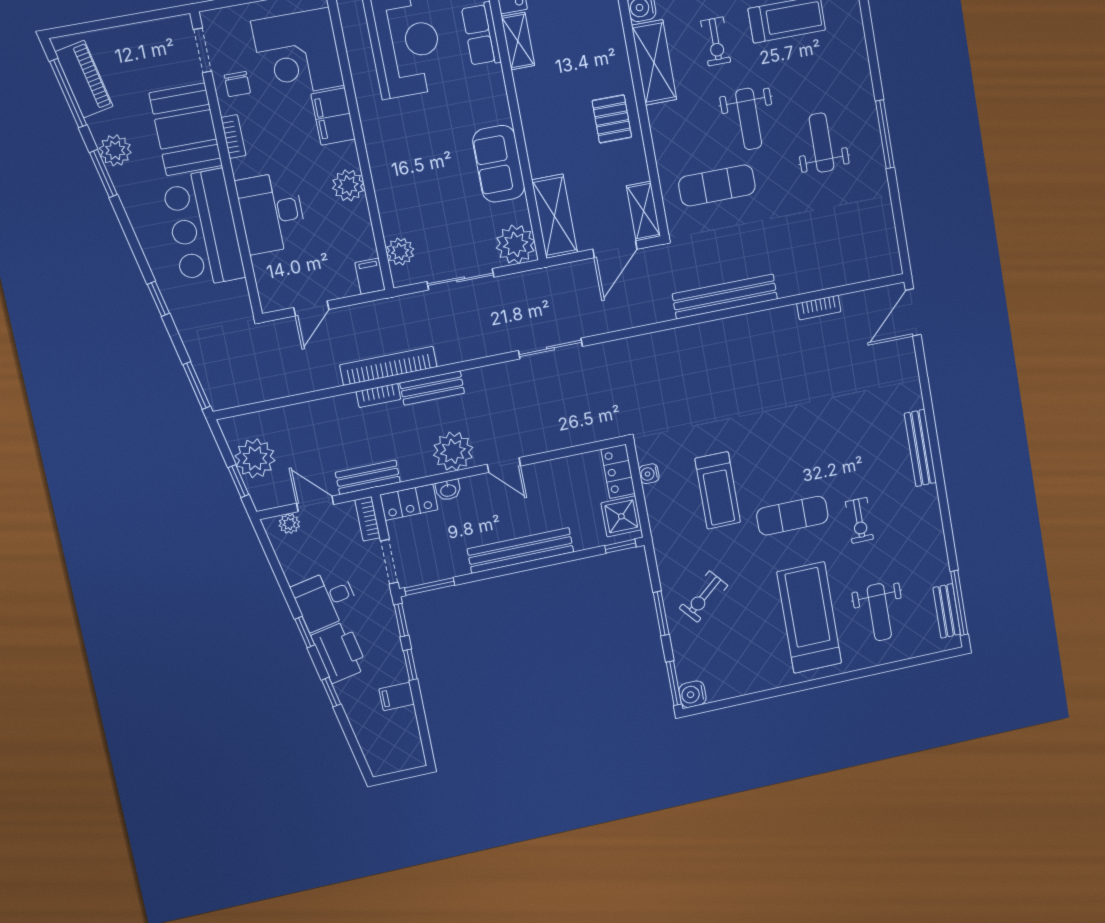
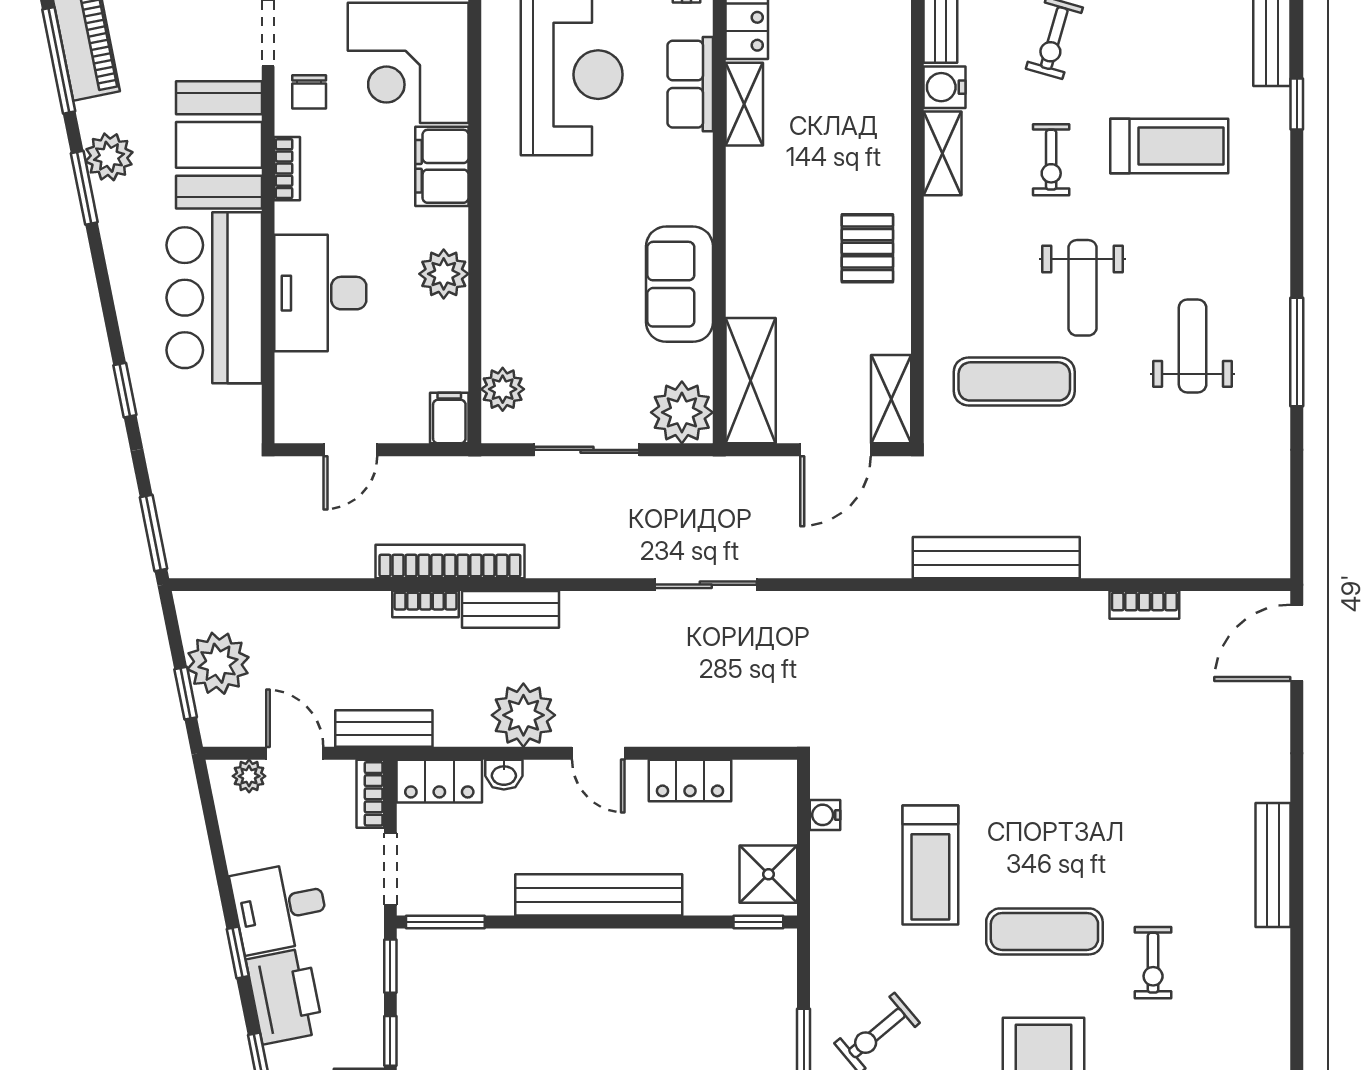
shelving: (654, 62) -> (943, 153), width x0.67, depth x0.75
locker: (618, 471) -> (690, 780), moved, turned -90

